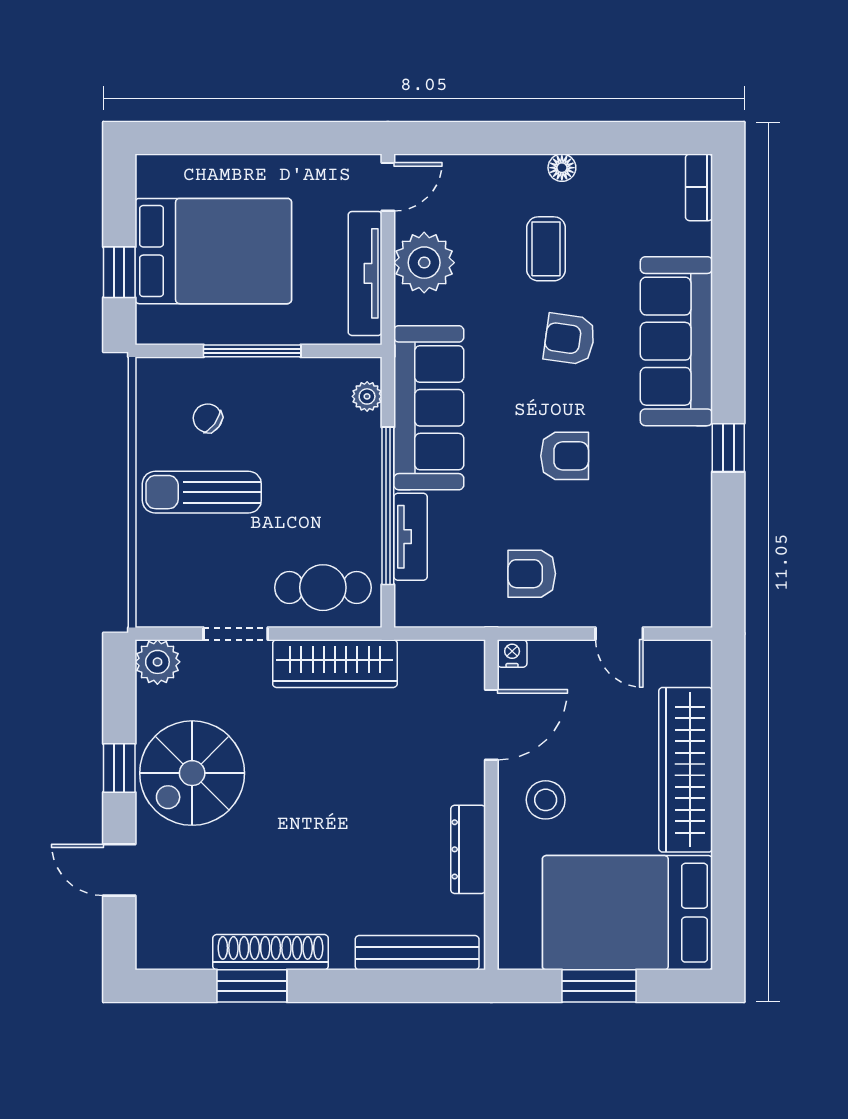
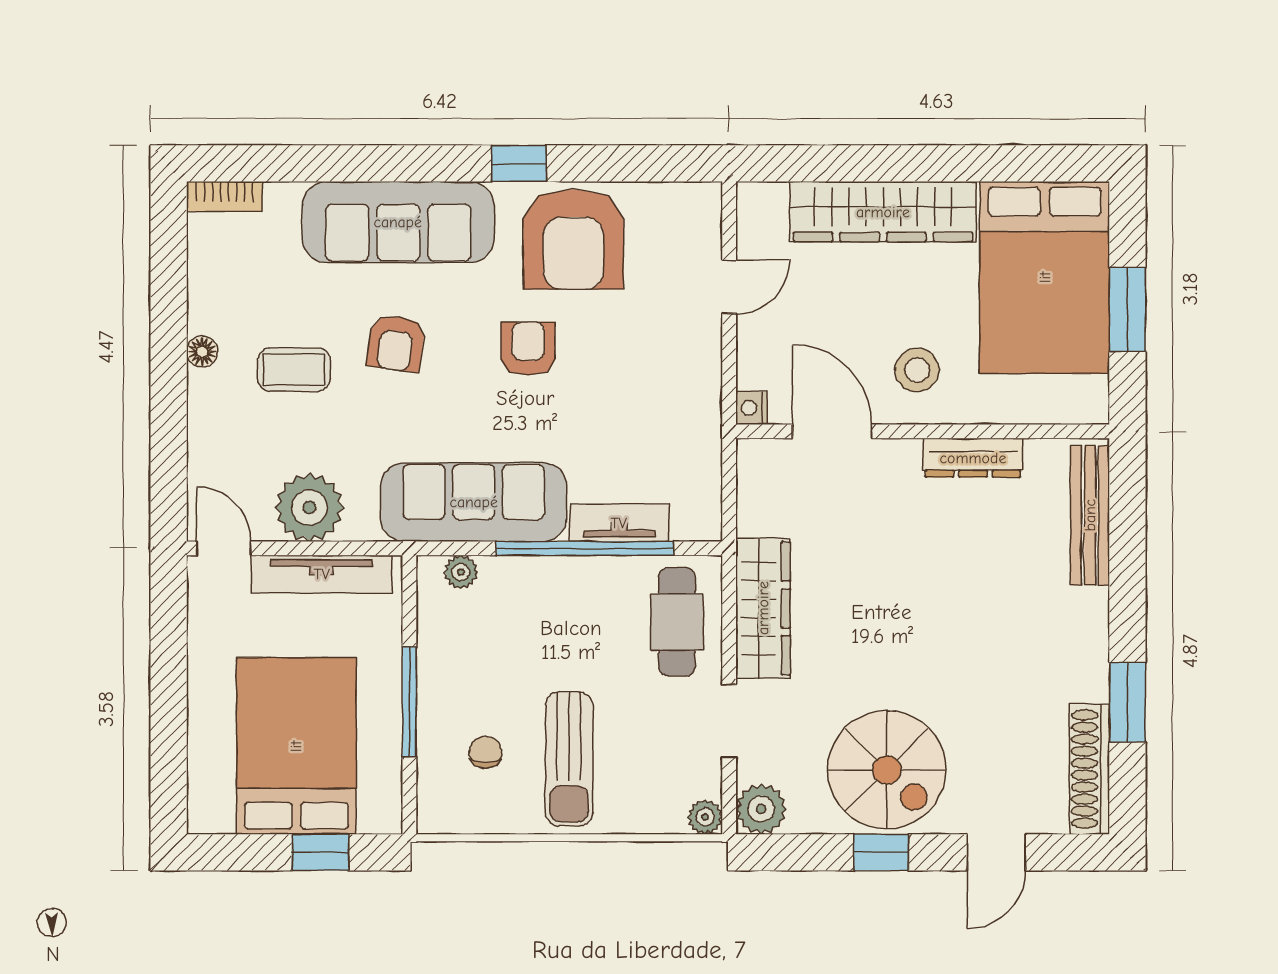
chair: (208, 418) -> (485, 752), turned 143
armchair: (532, 574) -> (573, 239), moved, width x1.88, depth x1.88
plant: (150, 612) -> (705, 817), added
shoe rack: (271, 952) -> (1089, 769), moved

